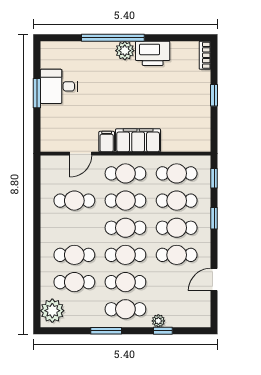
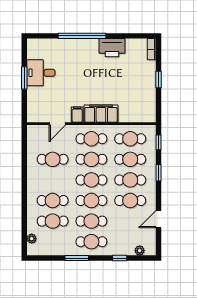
plant: (125, 51) -> (91, 46), removed
plant: (52, 311) -> (32, 239), width x0.53, depth x0.53
plant: (158, 321) -> (140, 251), moved

